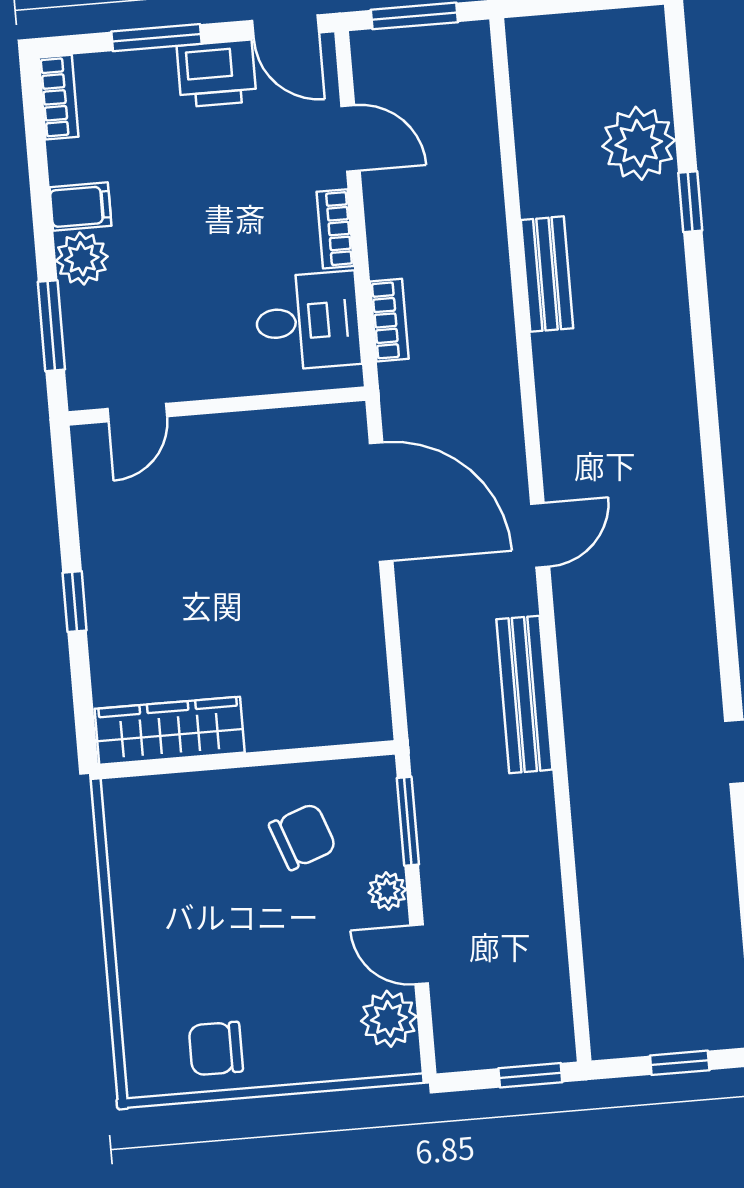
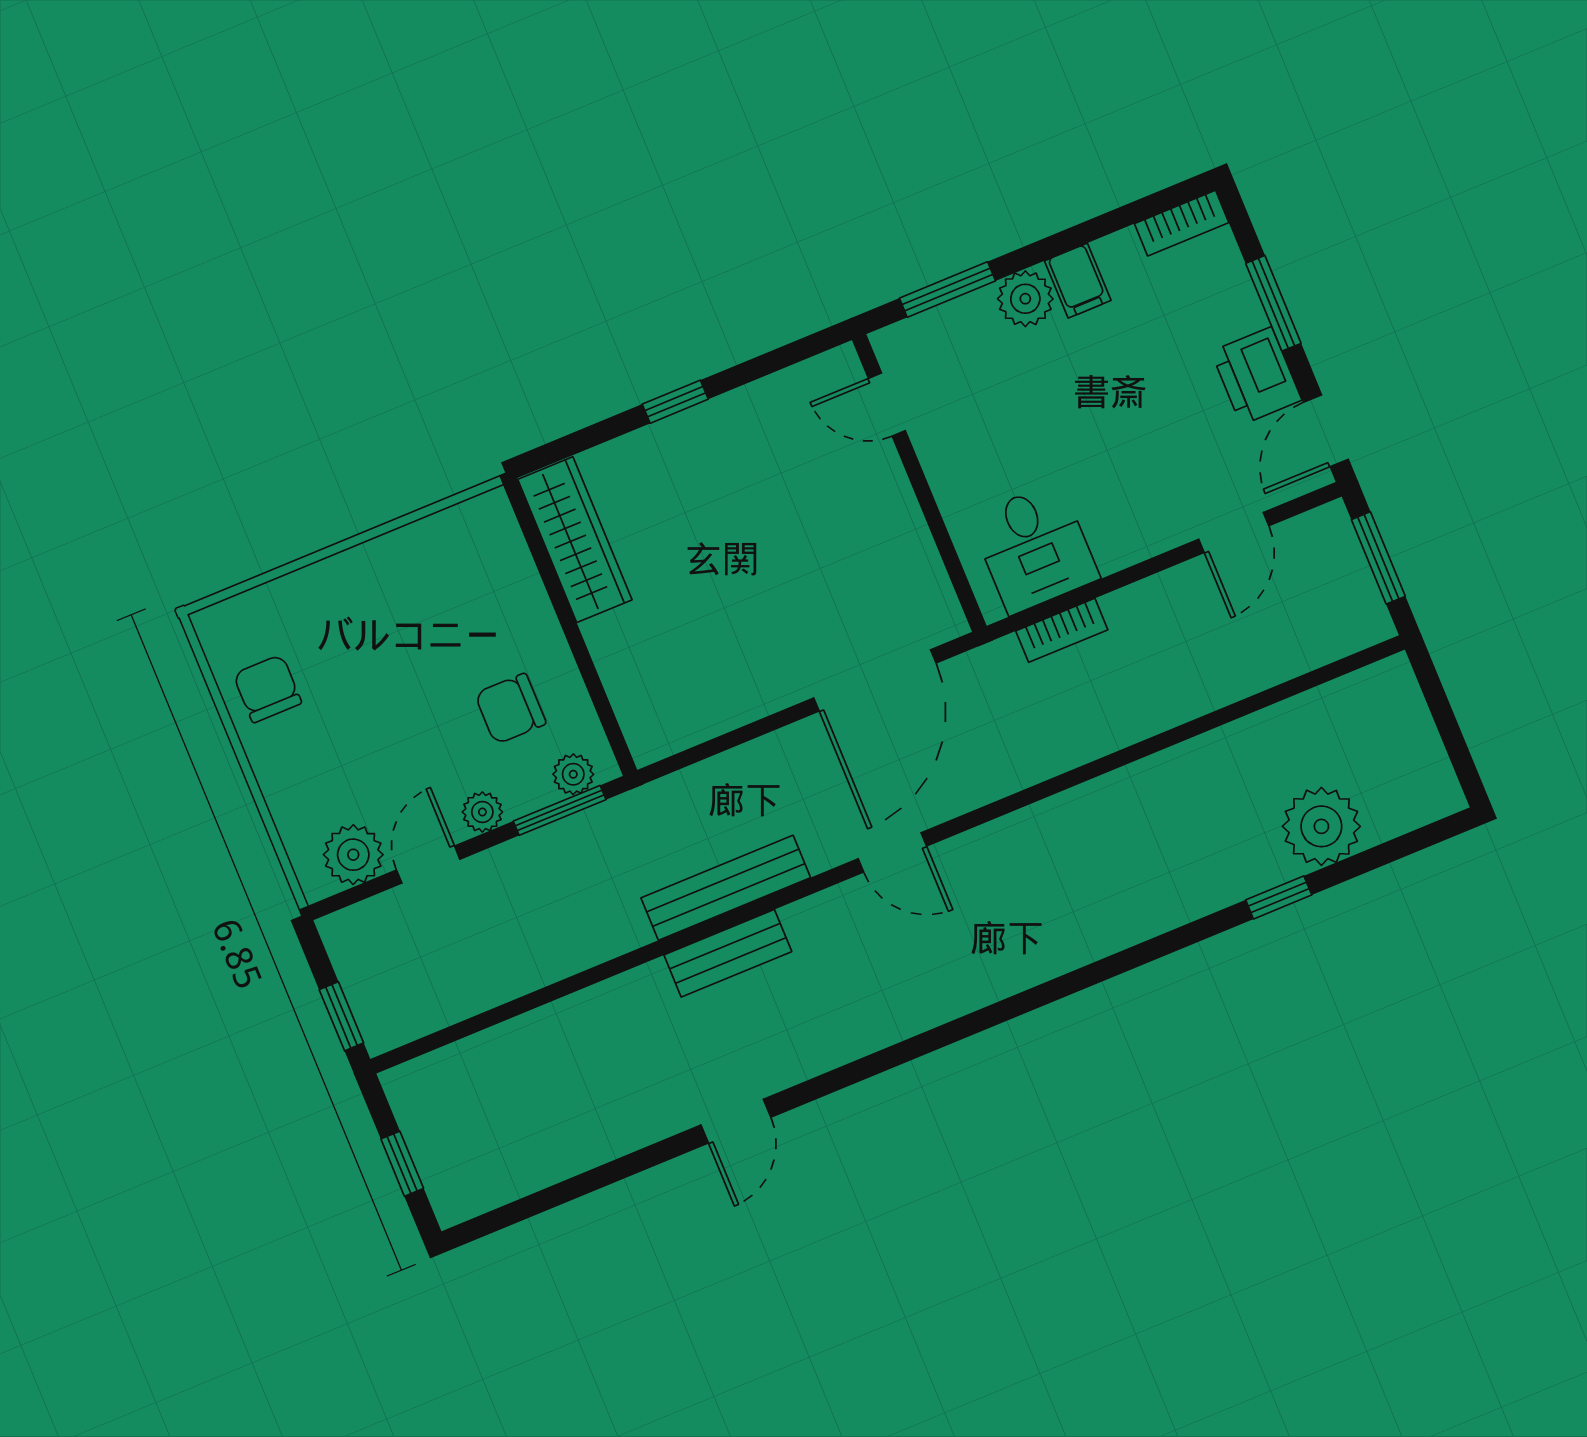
bookcase: (335, 229) -> (1137, 546), removed
bench: (547, 274) -> (728, 953), moved
plant: (379, 799) -> (573, 774), added
chair: (303, 837) -> (510, 709), turned 110

